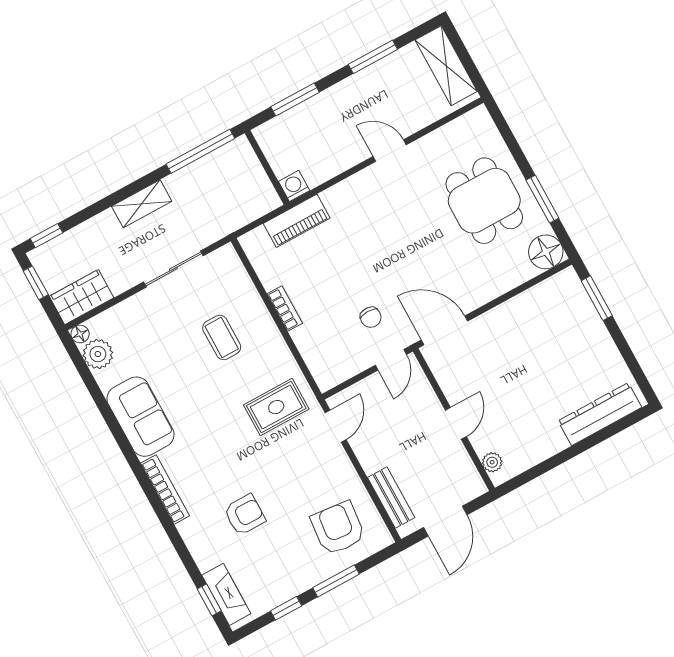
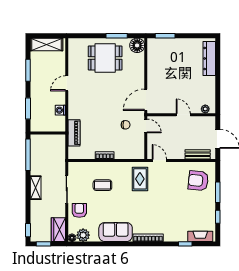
washing machine: (294, 186) -> (60, 110), moved
armchair: (245, 515) -> (79, 210), moved
window: (209, 600) -> (185, 244), moved

